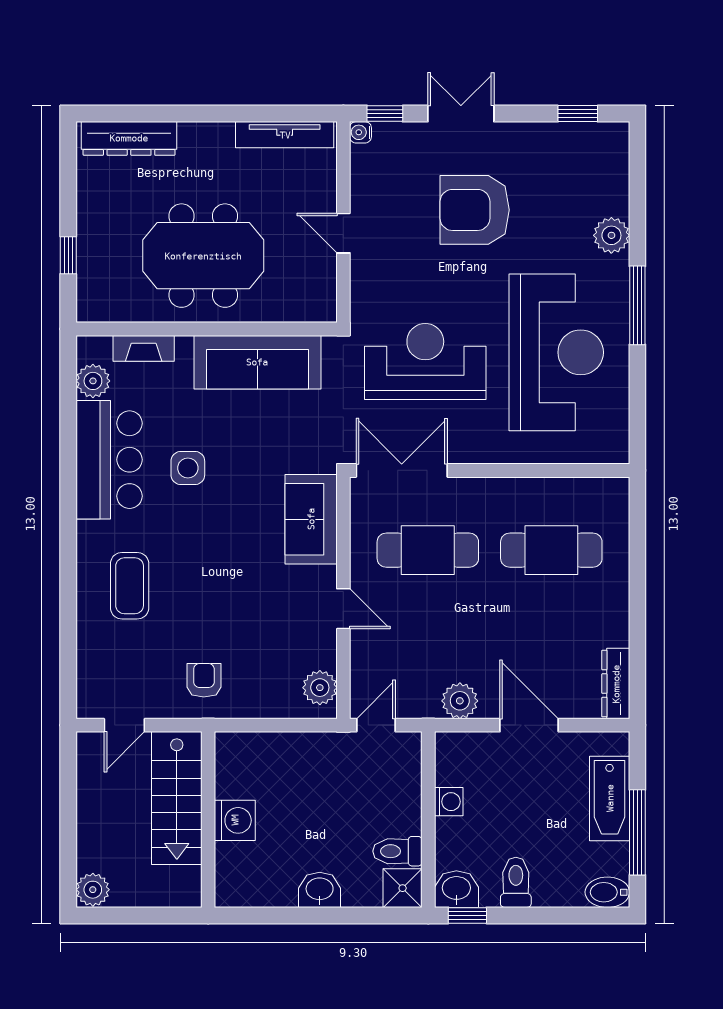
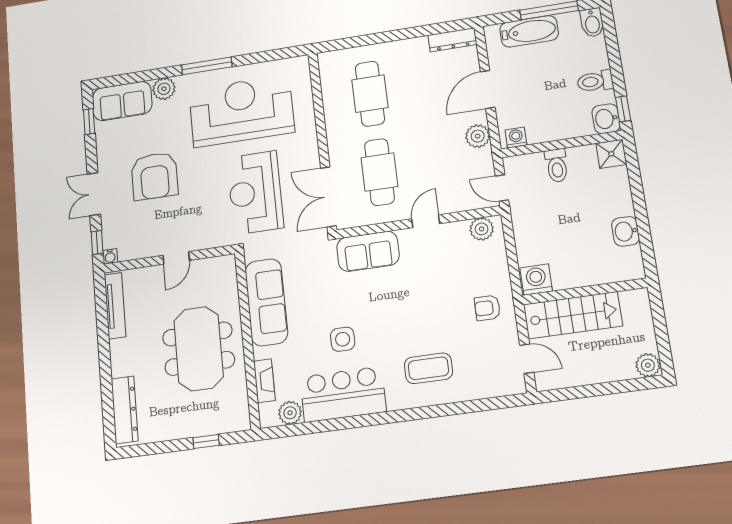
sofa: (603, 168) -> (122, 101), added
washing machine: (449, 802) -> (516, 138), moved
washing machine: (235, 820) -> (536, 280), moved
toilet: (397, 851) -> (557, 166), moved
washbasin: (320, 890) -> (626, 231), moved

